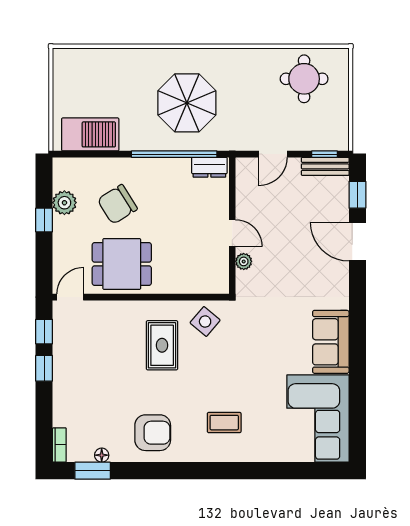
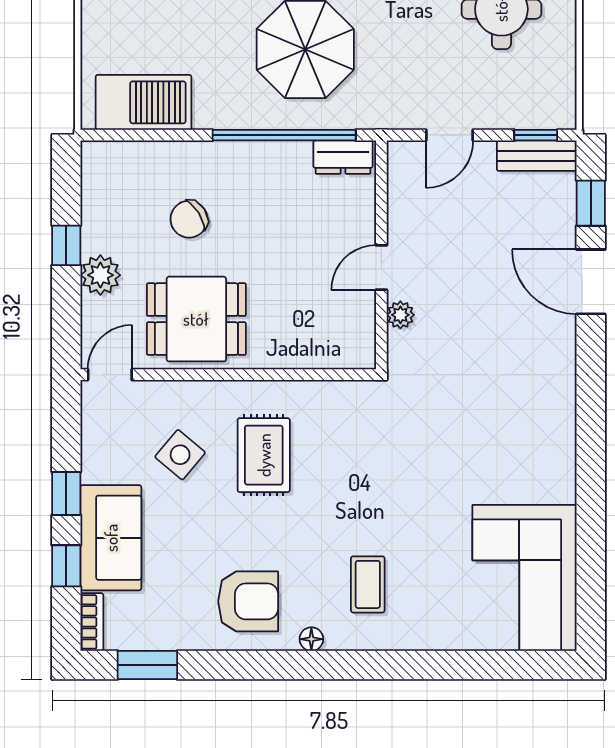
plant: (64, 203) -> (100, 275), moved
chair: (117, 204) -> (189, 219), width x0.73, depth x0.73
door: (232, 233) -> (381, 267), swing flipped
side table: (205, 322) -> (180, 455), moved
window: (44, 332) -> (66, 566), moved
sofa: (331, 342) -> (111, 538), moved, turned 180
coffee table: (224, 423) -> (368, 584), turned 90
floor lamp: (102, 455) -> (311, 639), moved

